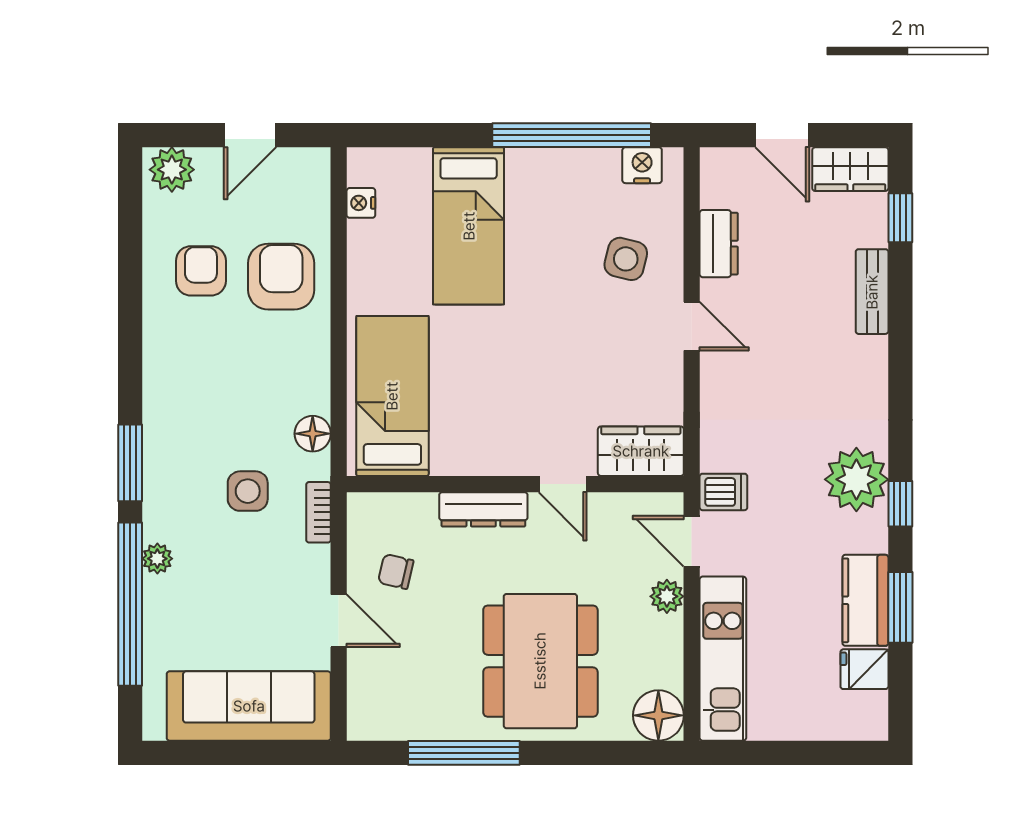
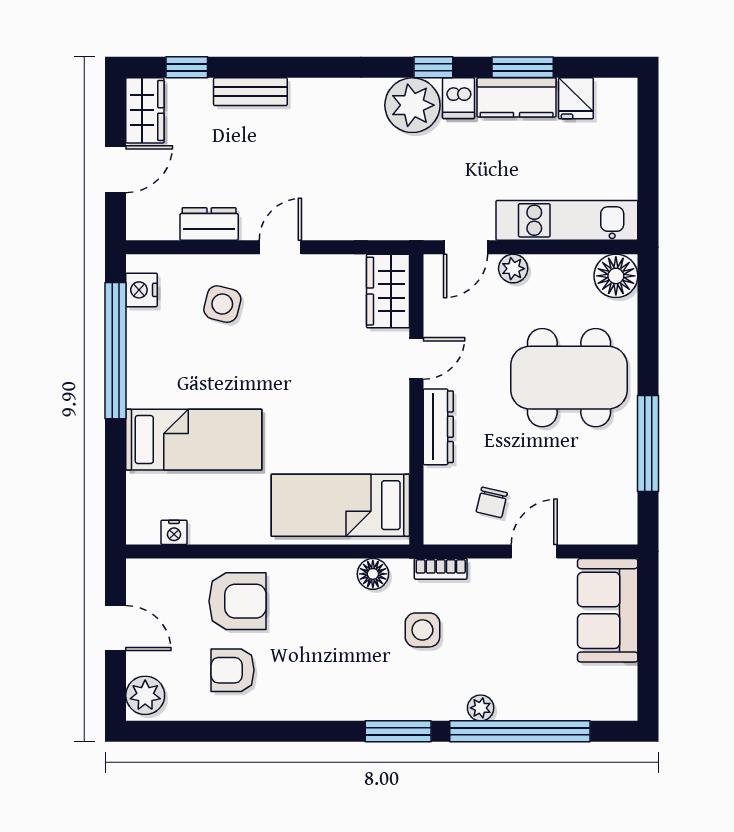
armchair: (281, 277) -> (237, 601), turned 180
dishwasher: (723, 492) -> (459, 98), moved, turned 180
sofa: (249, 706) -> (608, 610), width x0.73

